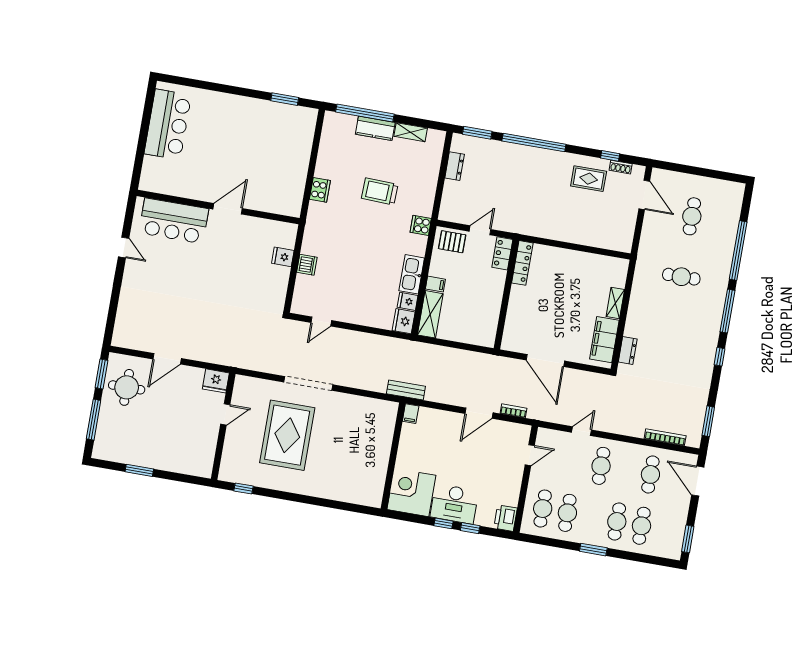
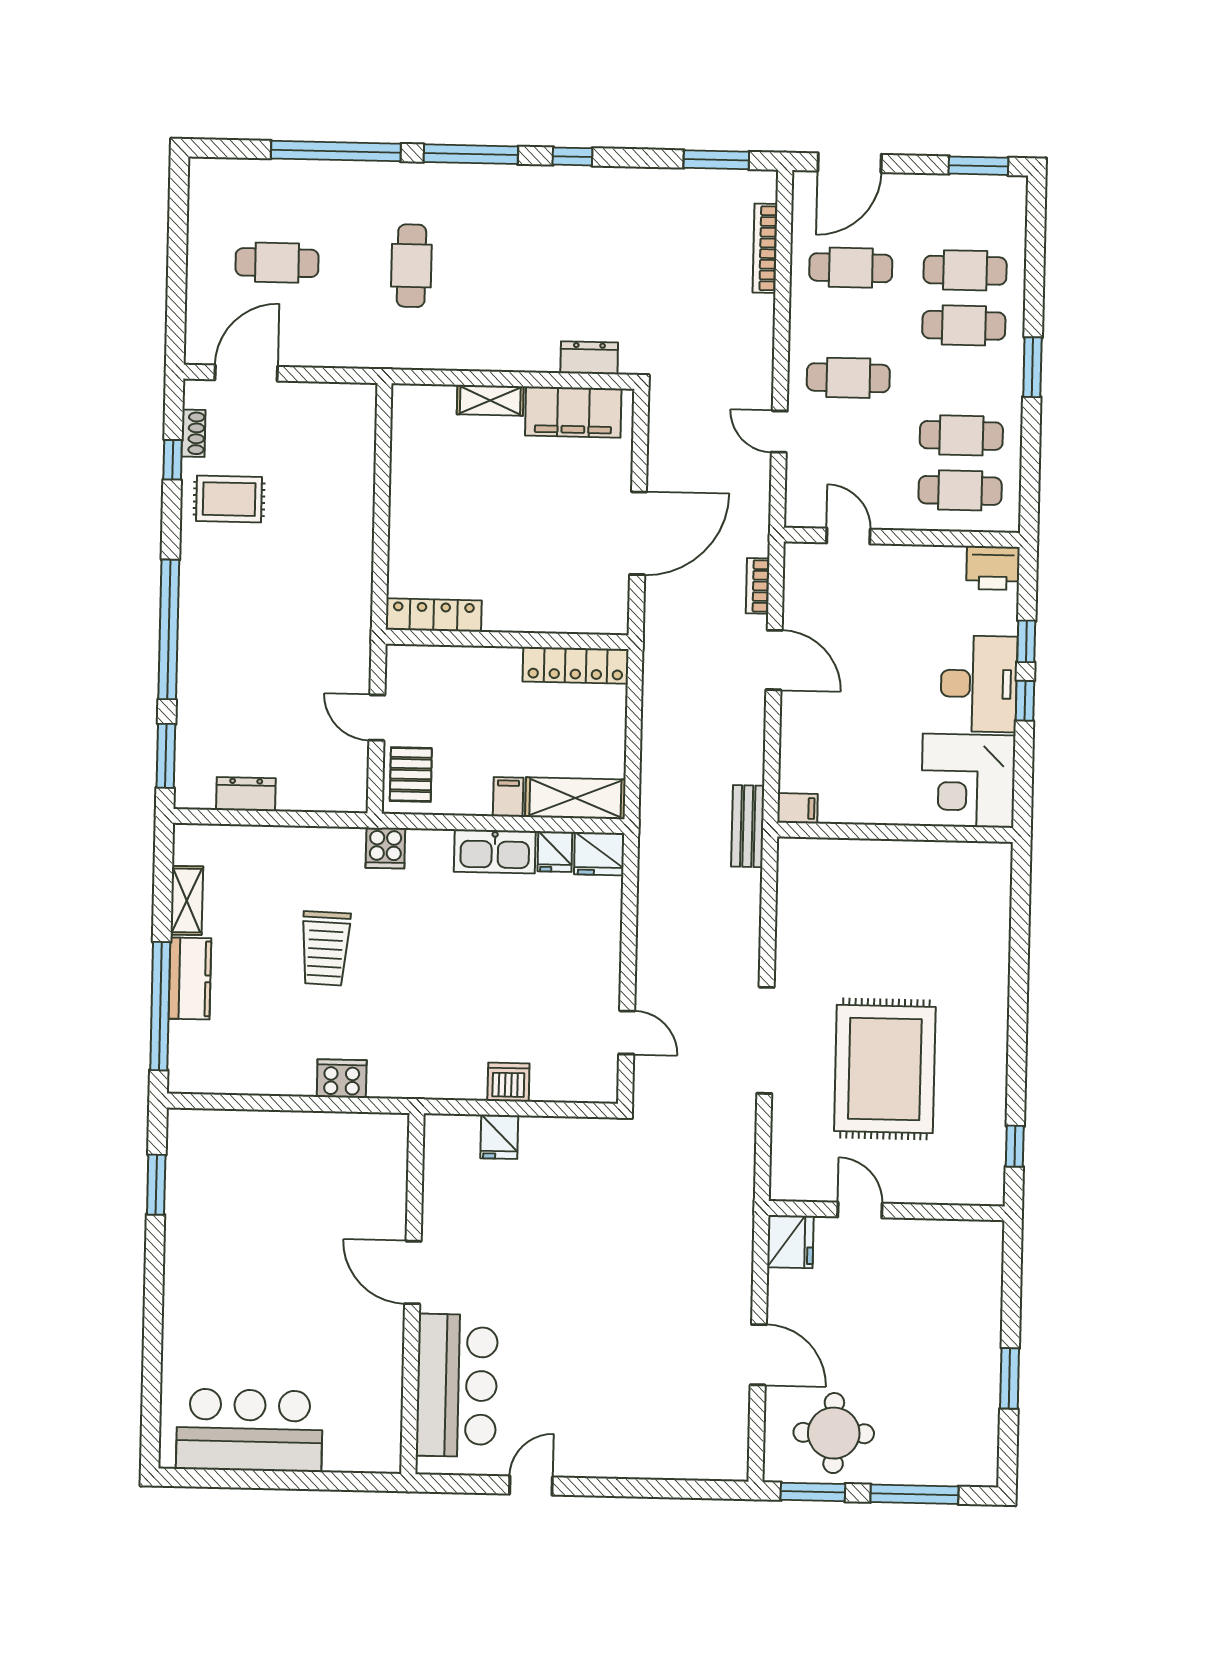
rug: (589, 179) -> (229, 499), turned 90
locker: (502, 253) -> (575, 665), moved, width x1.53
rug: (287, 435) -> (885, 1069), turned 90

